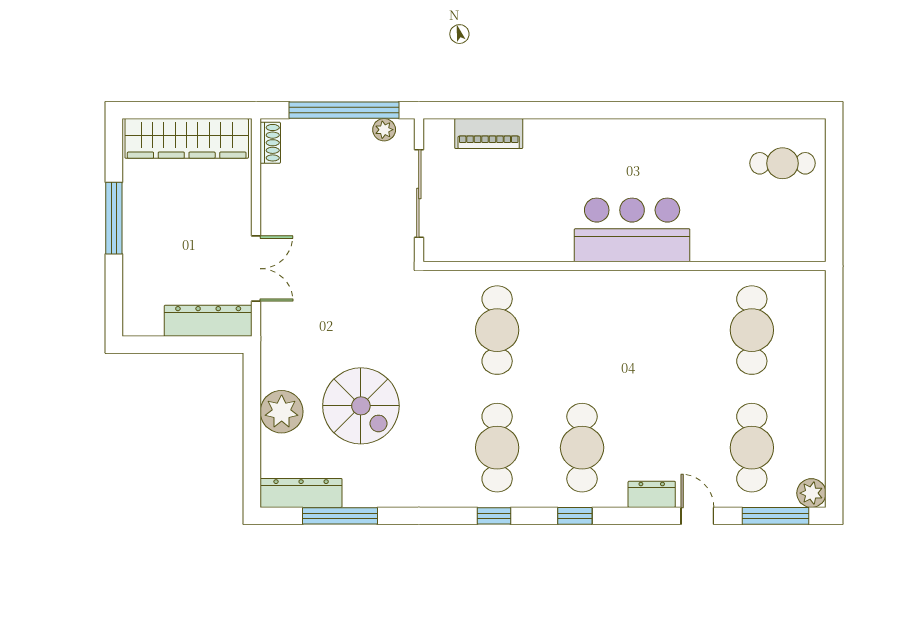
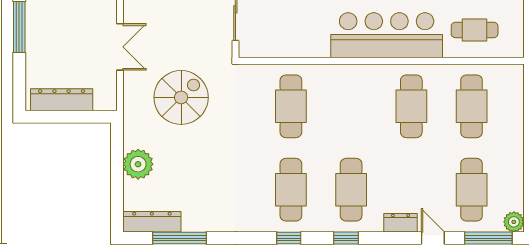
cafe table: (756, 222) -> (475, 30), added
bar counter: (632, 230) -> (387, 35), width x1.36
double door: (256, 269) -> (120, 47), moved
dresser: (208, 321) -> (62, 100), moved
cafe table: (667, 330) -> (411, 106), added
spiral stairs: (361, 406) -> (181, 97), moved, turned -90

